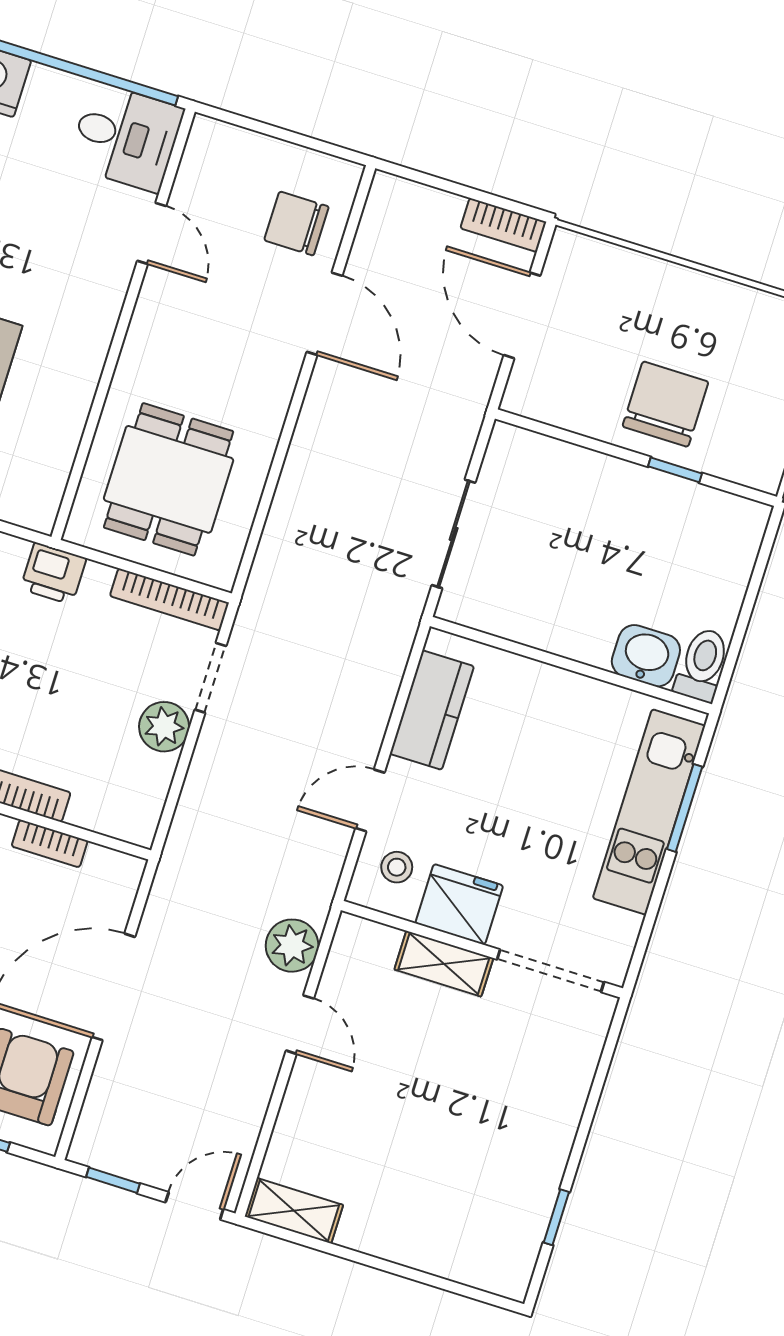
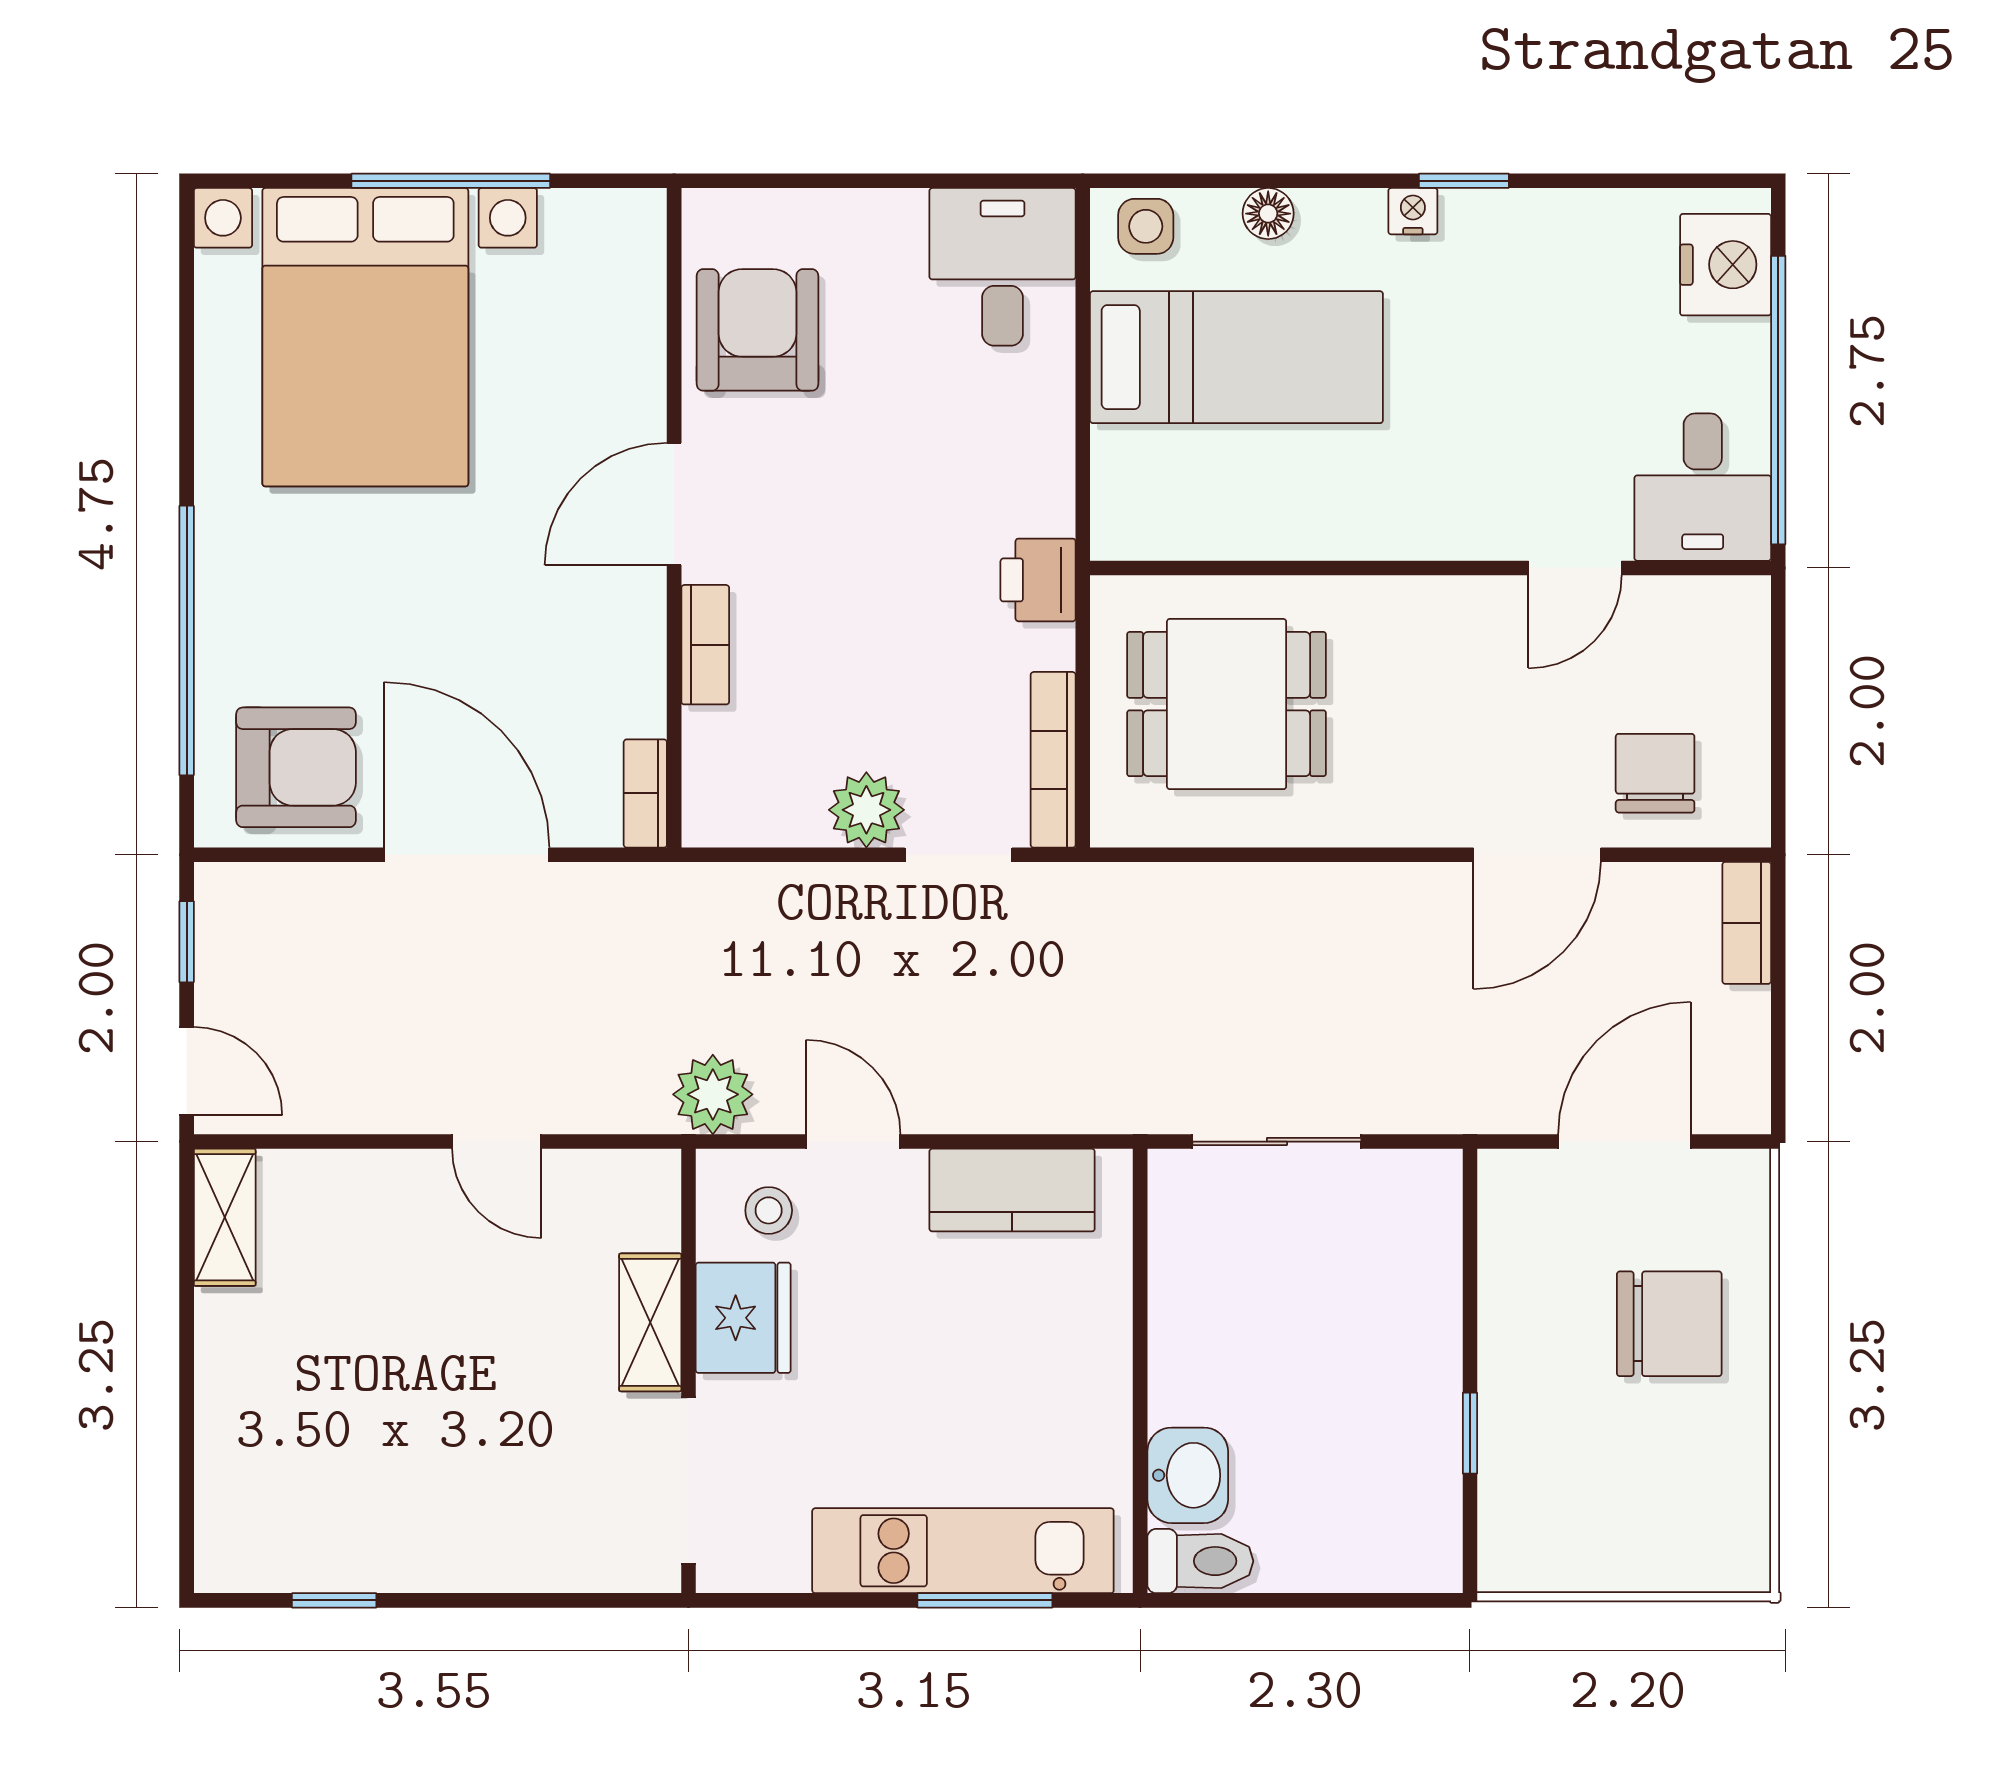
bookcase: (503, 225) -> (1747, 923), moved
chair: (665, 404) -> (1669, 1324), moved
bookcase: (50, 844) -> (645, 793), moved
plant: (292, 946) -> (713, 1094), moved
door: (300, 1025) -> (497, 1142), hinge flipped

